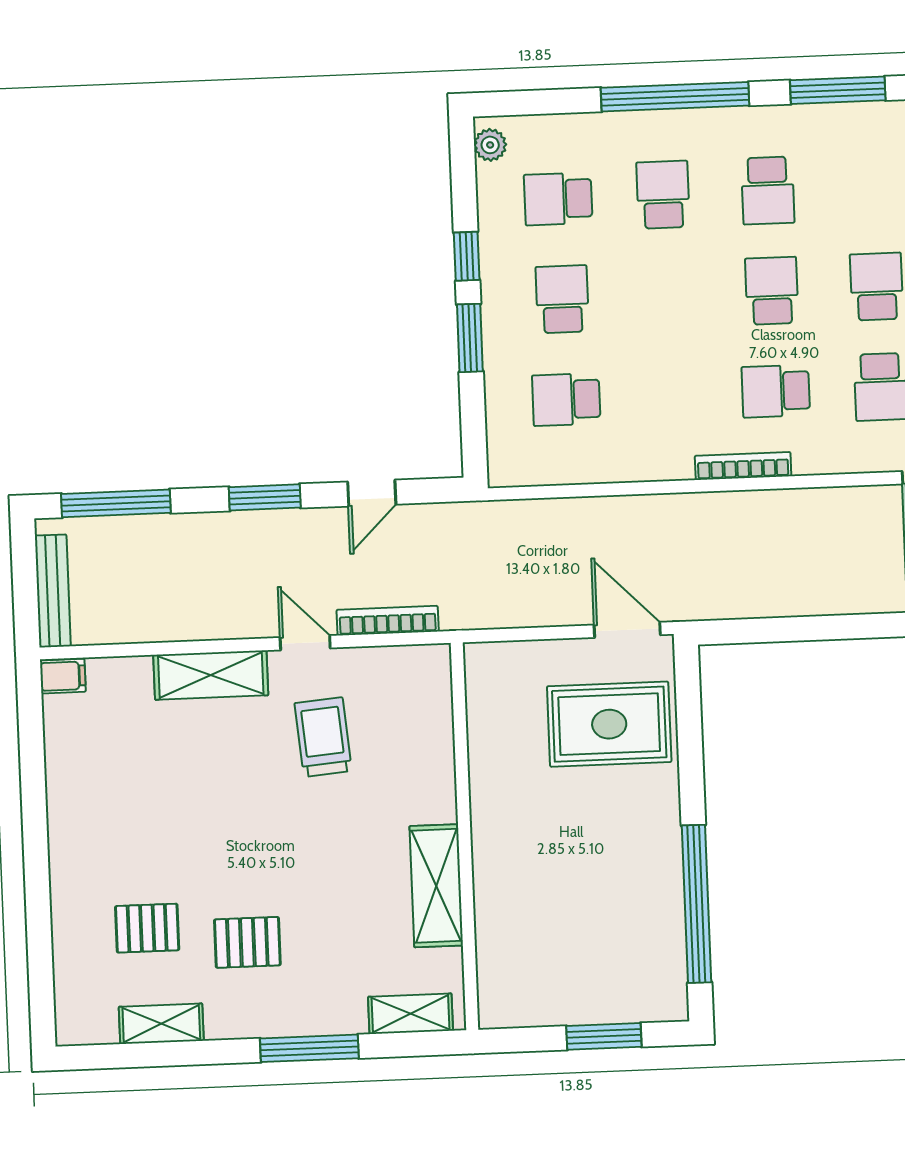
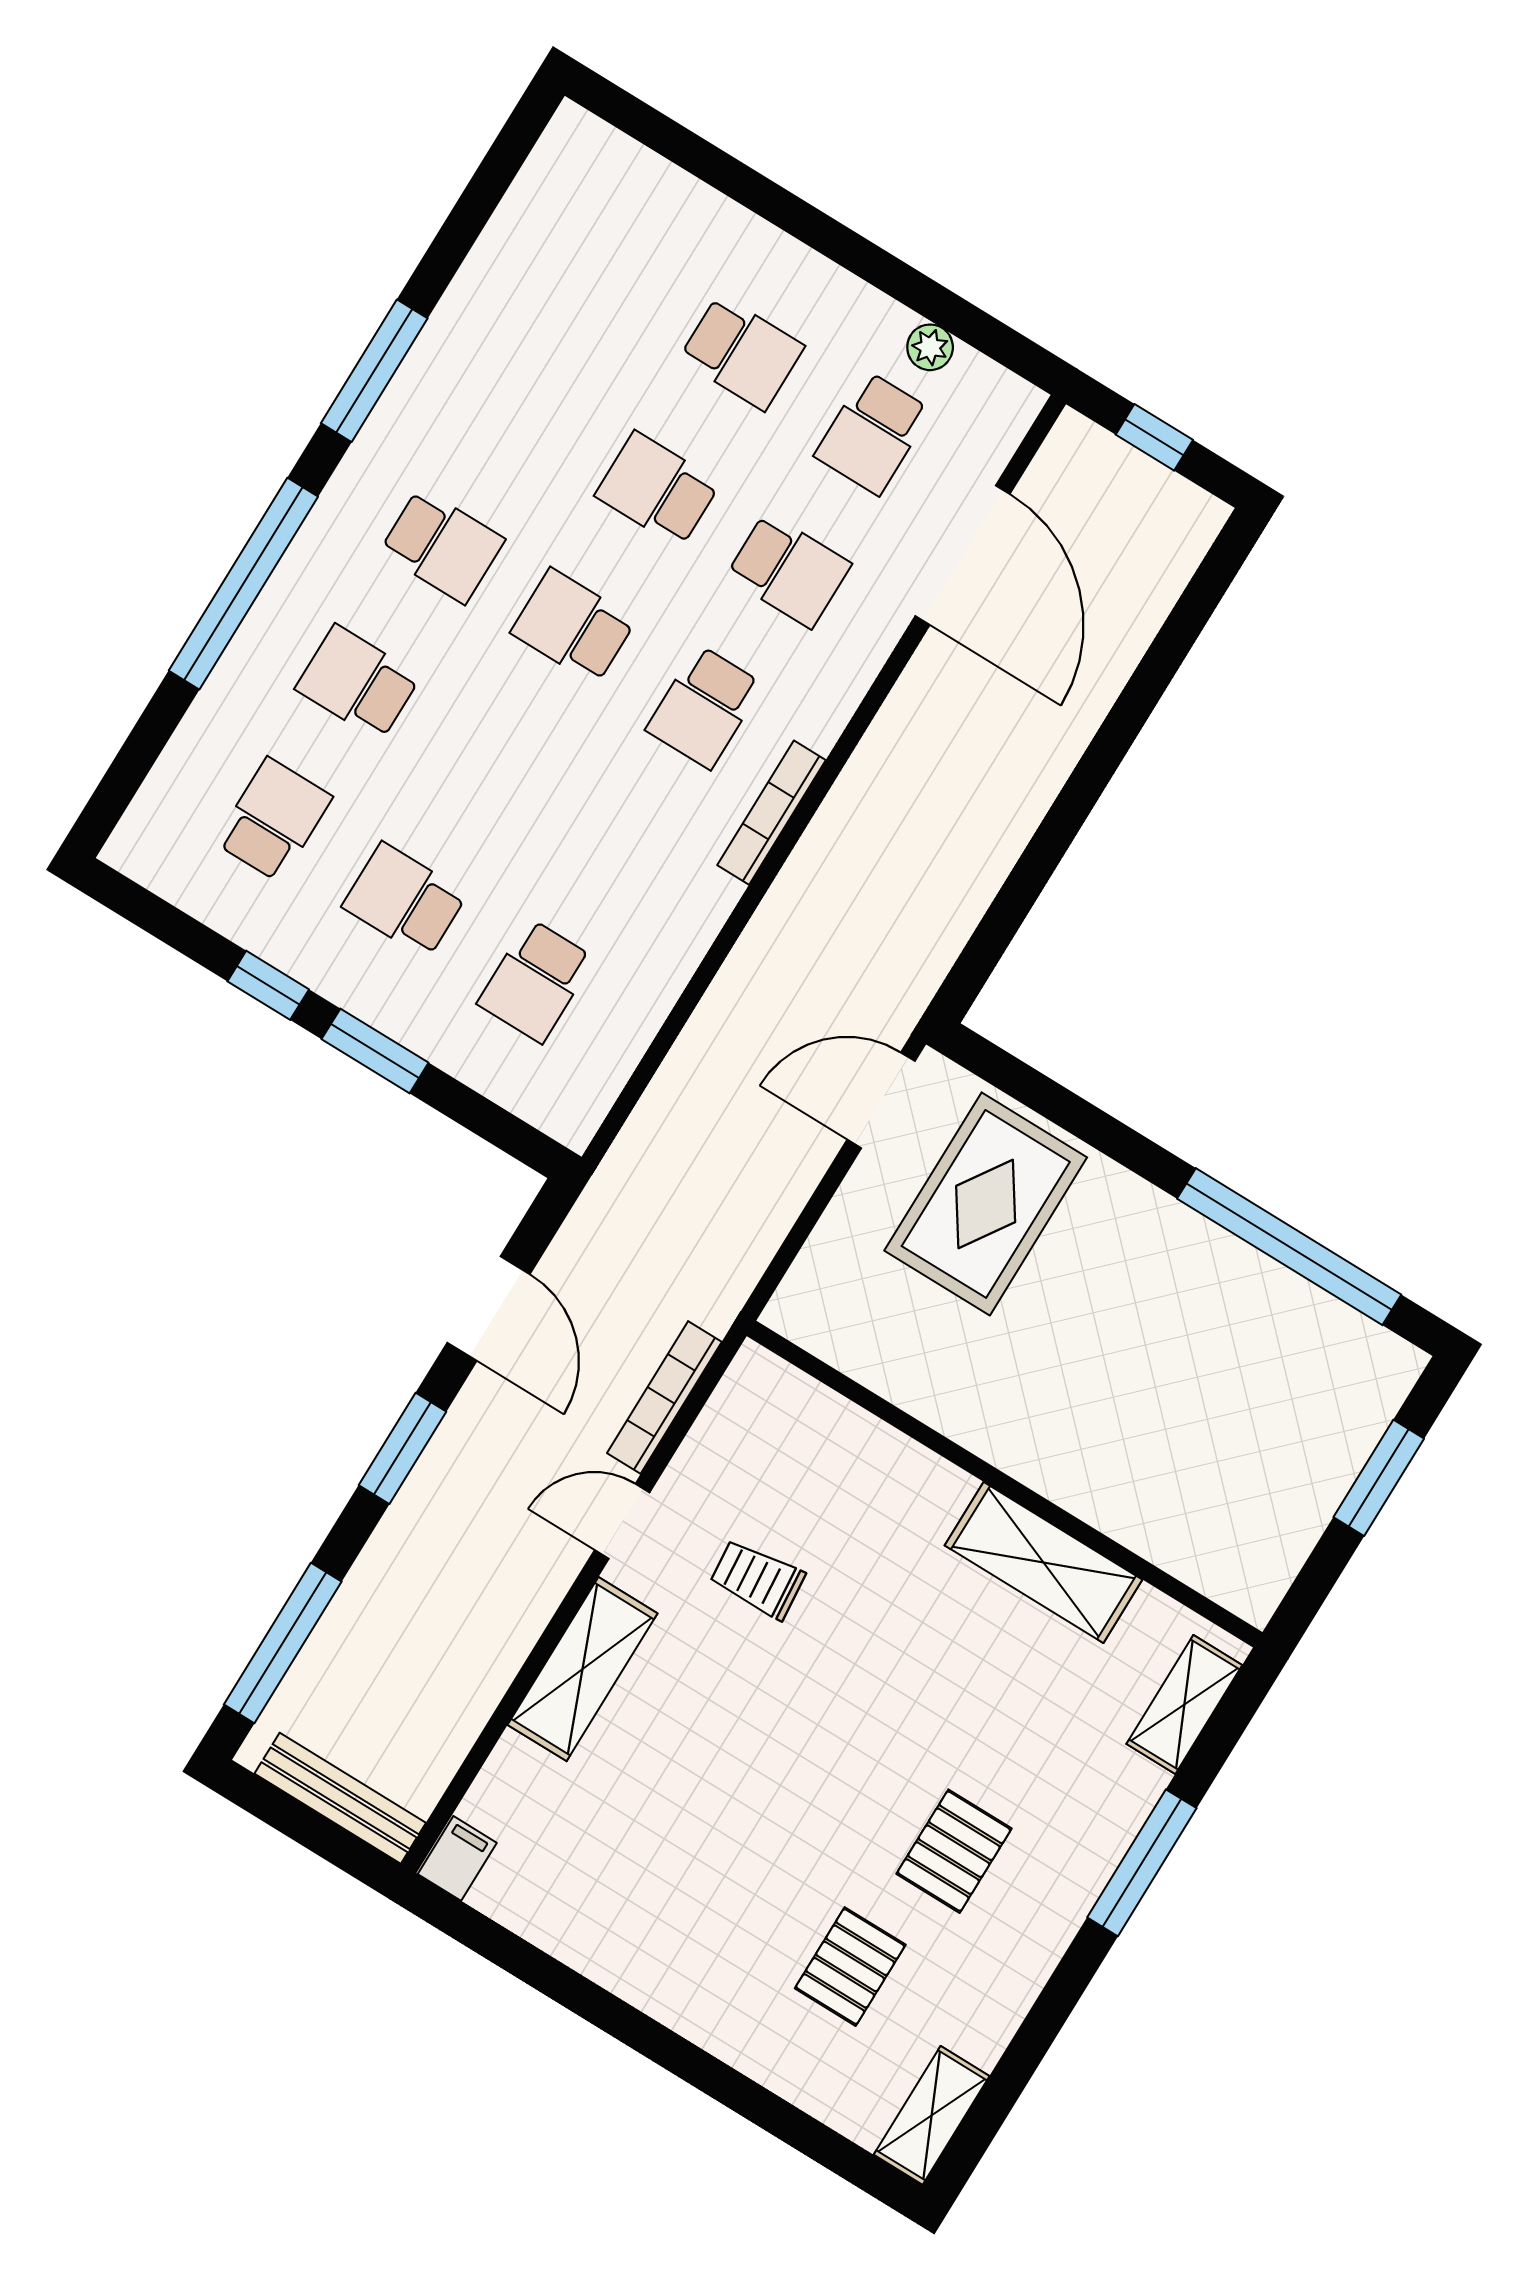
plant: (490, 145) -> (147, 860), removed
school desk: (558, 199) -> (274, 820), turned 180
door: (372, 493) -> (489, 1308), width x1.38
trolley: (323, 737) -> (757, 1579), width x0.73, depth x0.72
shelving: (161, 1024) -> (932, 2115), moved

